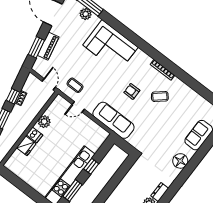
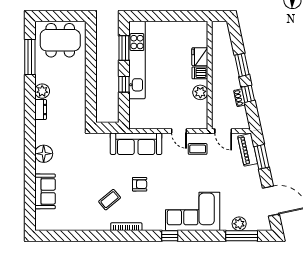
window: (138, 42) -> (170, 236), added
piano: (48, 46) -> (248, 150), moved
door: (78, 107) -> (179, 131), swing flipped

